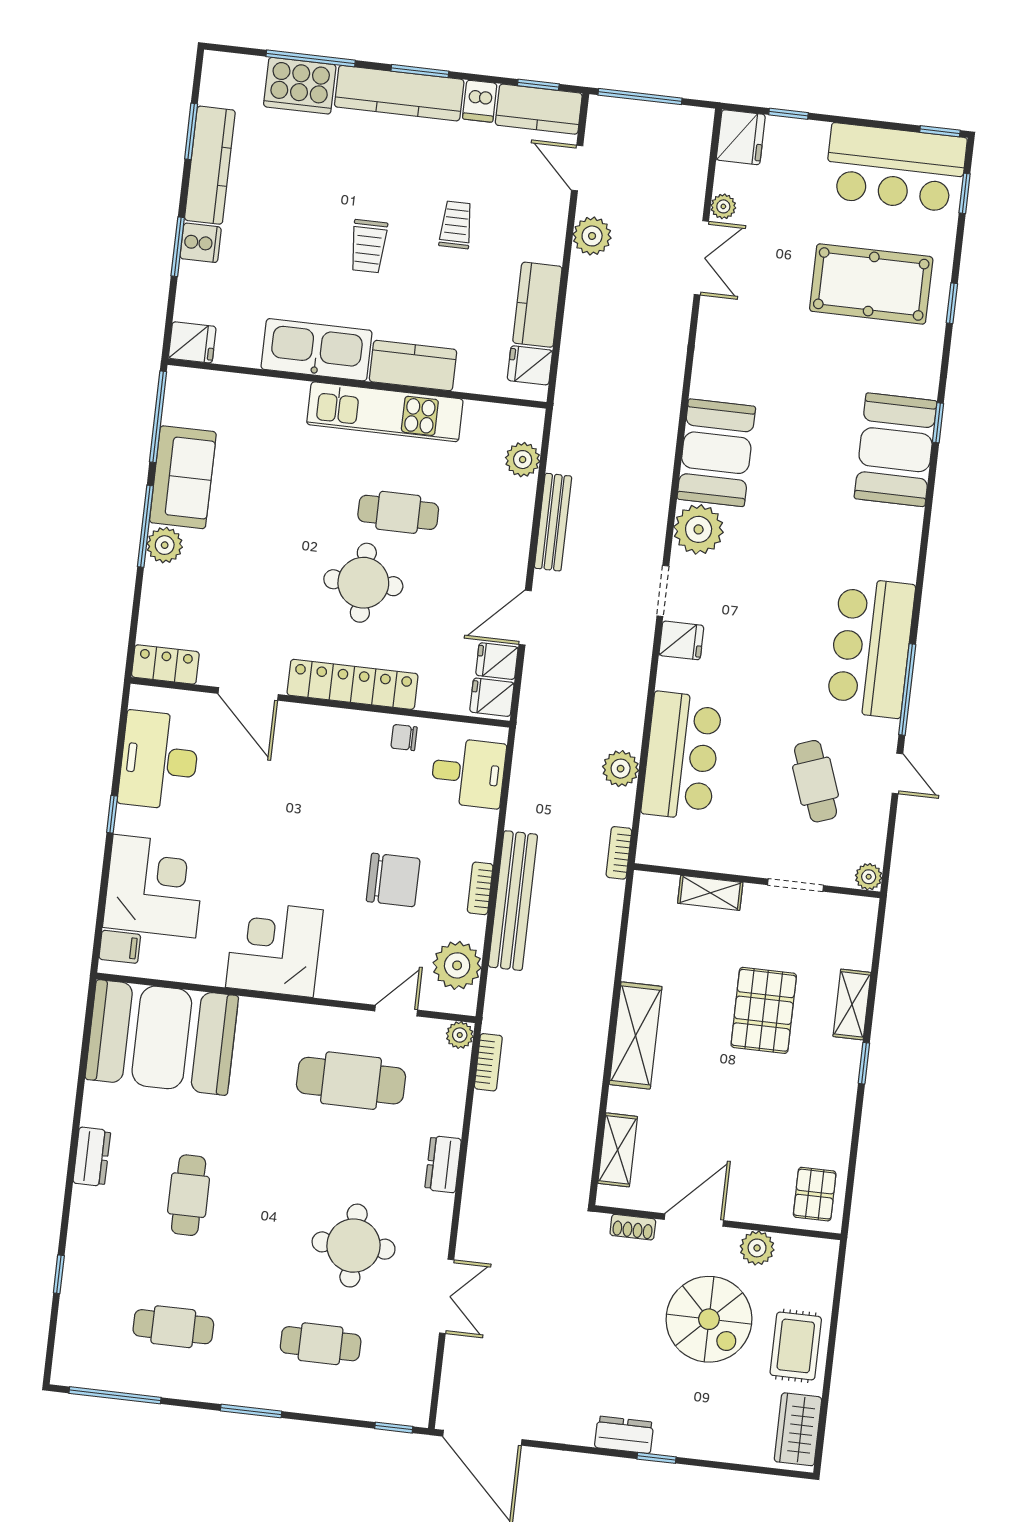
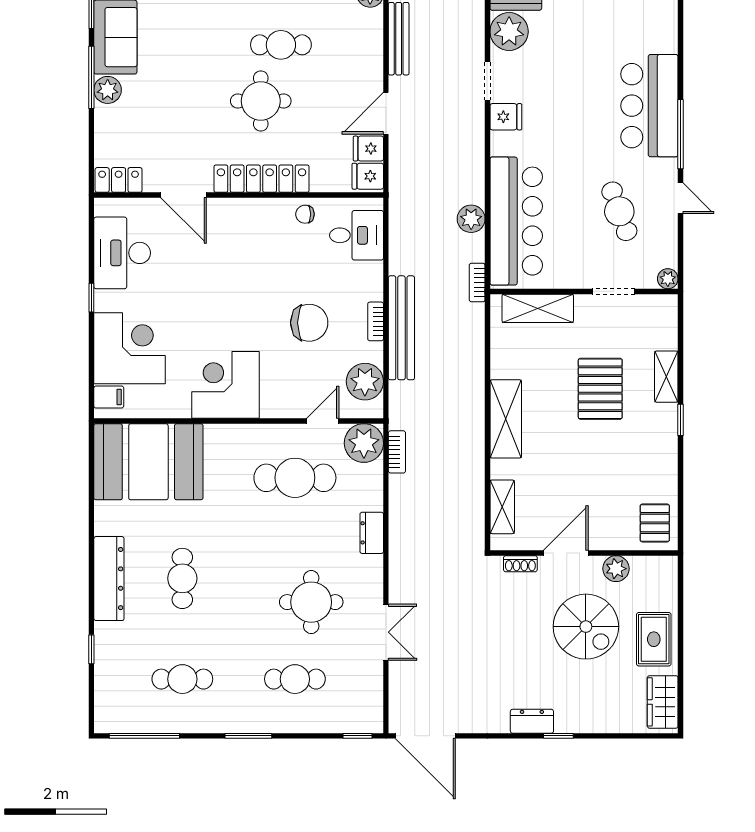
bar counter: (682, 756) -> (516, 221), width x1.36
shelving: (710, 893) -> (538, 308), width x1.50, depth x1.33
plant: (460, 1035) -> (364, 443), width x1.87, depth x1.87
dresser: (92, 1157) -> (109, 579), width x1.96, depth x1.24

